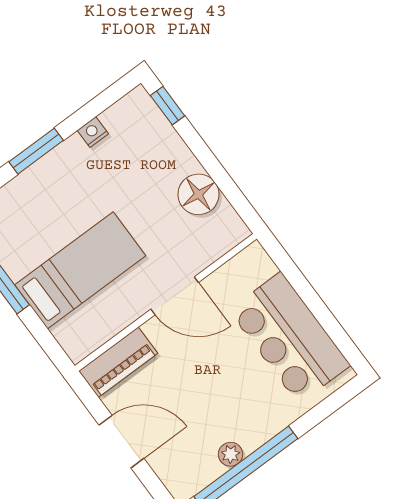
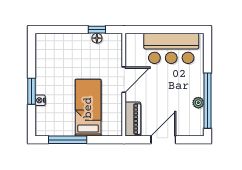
window: (168, 106) -> (97, 30), moved
nightstand: (93, 132) -> (40, 100), moved
floor lamp: (198, 194) -> (97, 38), width x0.53, depth x0.53

